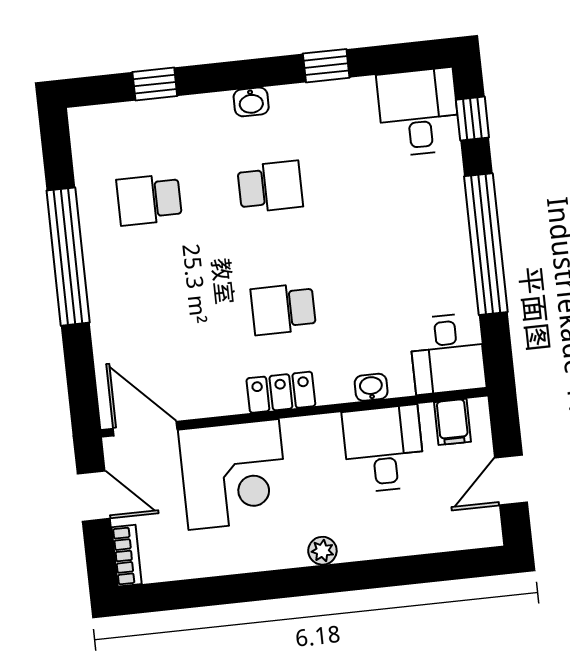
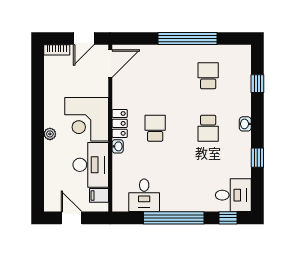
desk: (447, 354) -> (144, 195), moved, turned -90
washbasin: (371, 387) -> (118, 146), moved
desk: (384, 449) -> (91, 165), width x1.37
corner desk: (234, 475) -> (87, 119), moved

